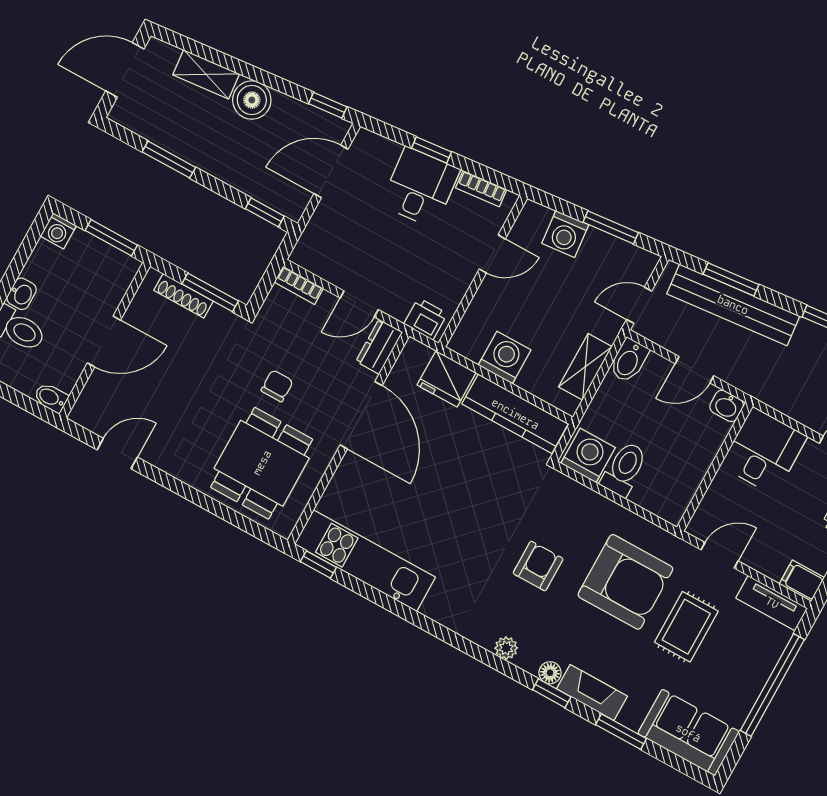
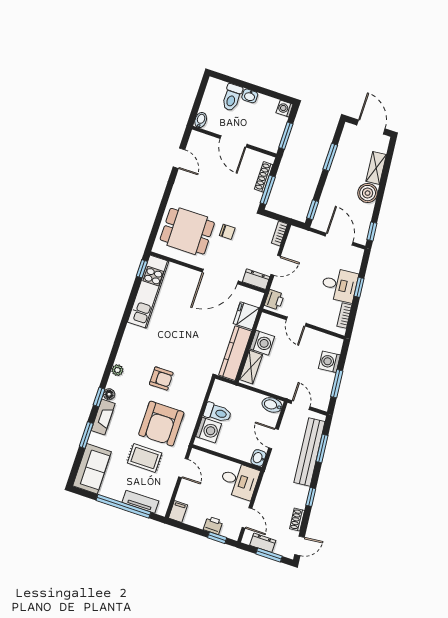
door: (492, 254) -> (296, 322), moved
door: (359, 304) -> (276, 265), swing flipped
shelving: (585, 367) -> (251, 367), moved, turned 90
washing machine: (588, 455) -> (209, 430), moved
tv unit: (772, 603) -> (140, 502), moved, turned 90

